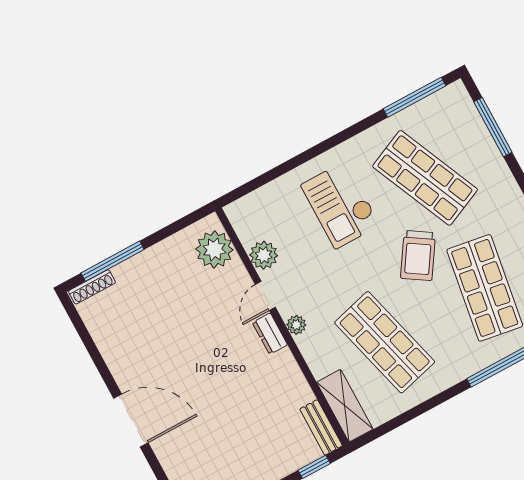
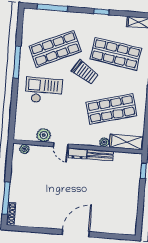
window: (414, 97) -> (17, 62), moved
checkout: (340, 205) -> (44, 91), turned 180
plant: (214, 249) -> (24, 149), width x0.53, depth x0.53
plant: (296, 325) -> (104, 142), moved
bench: (321, 427) -> (100, 155), moved

